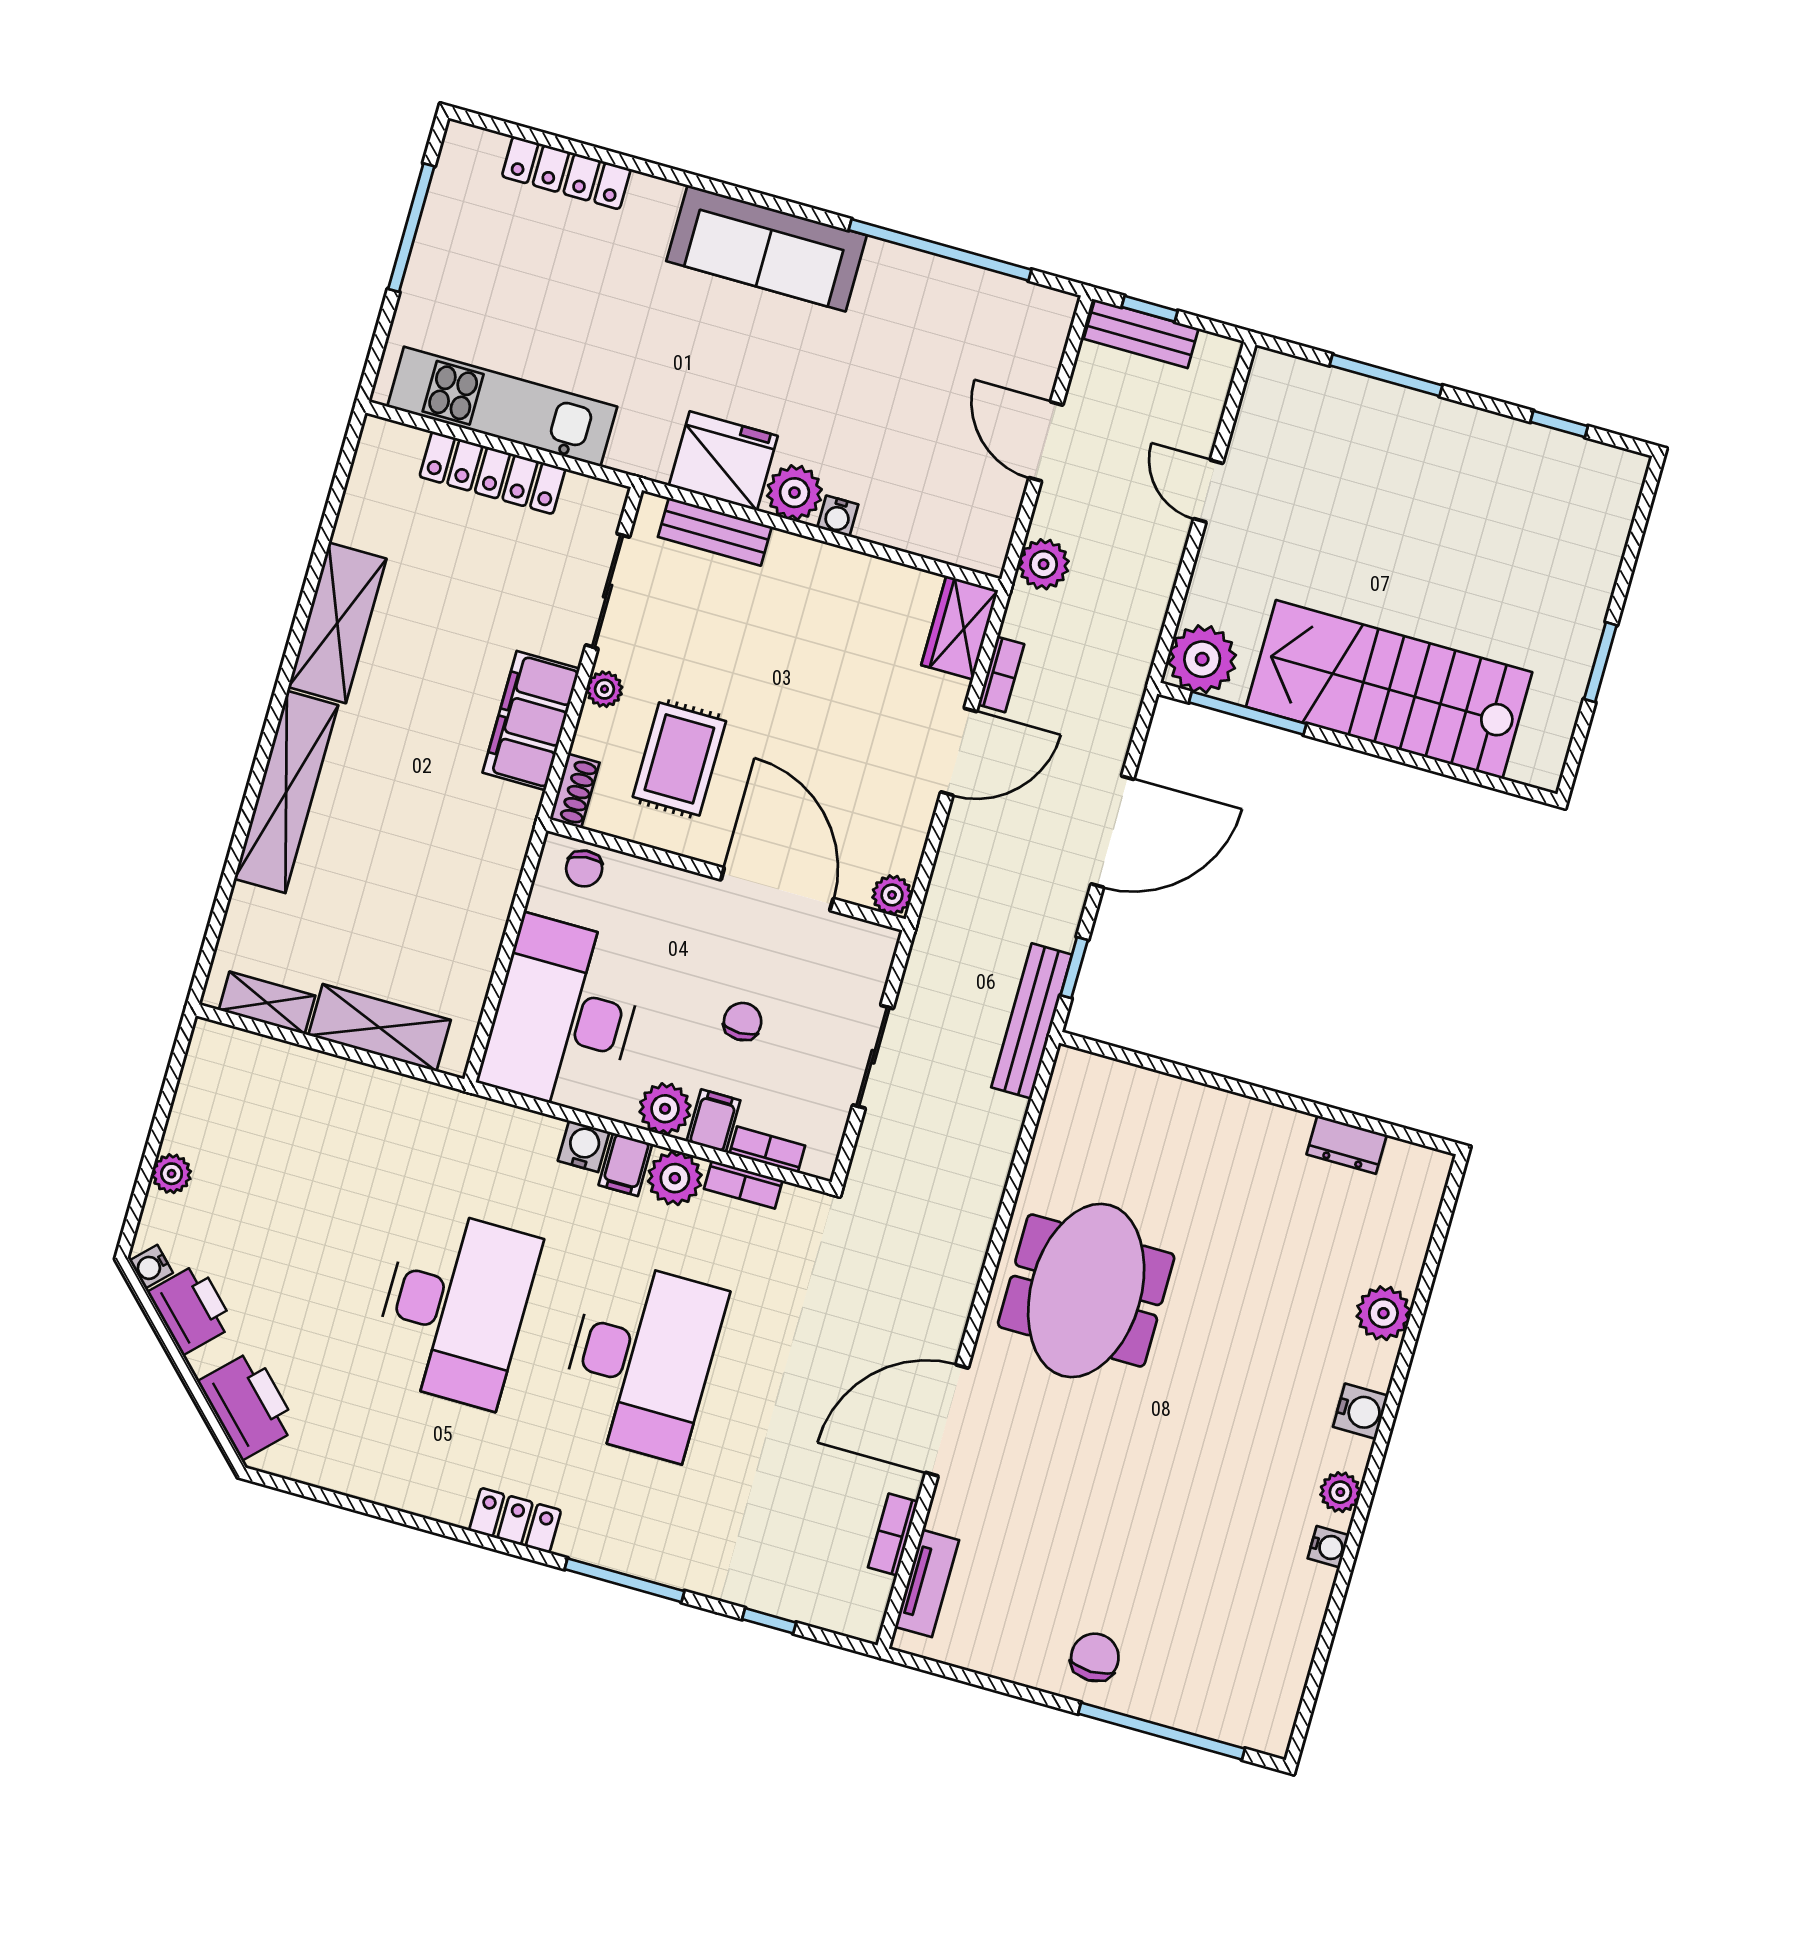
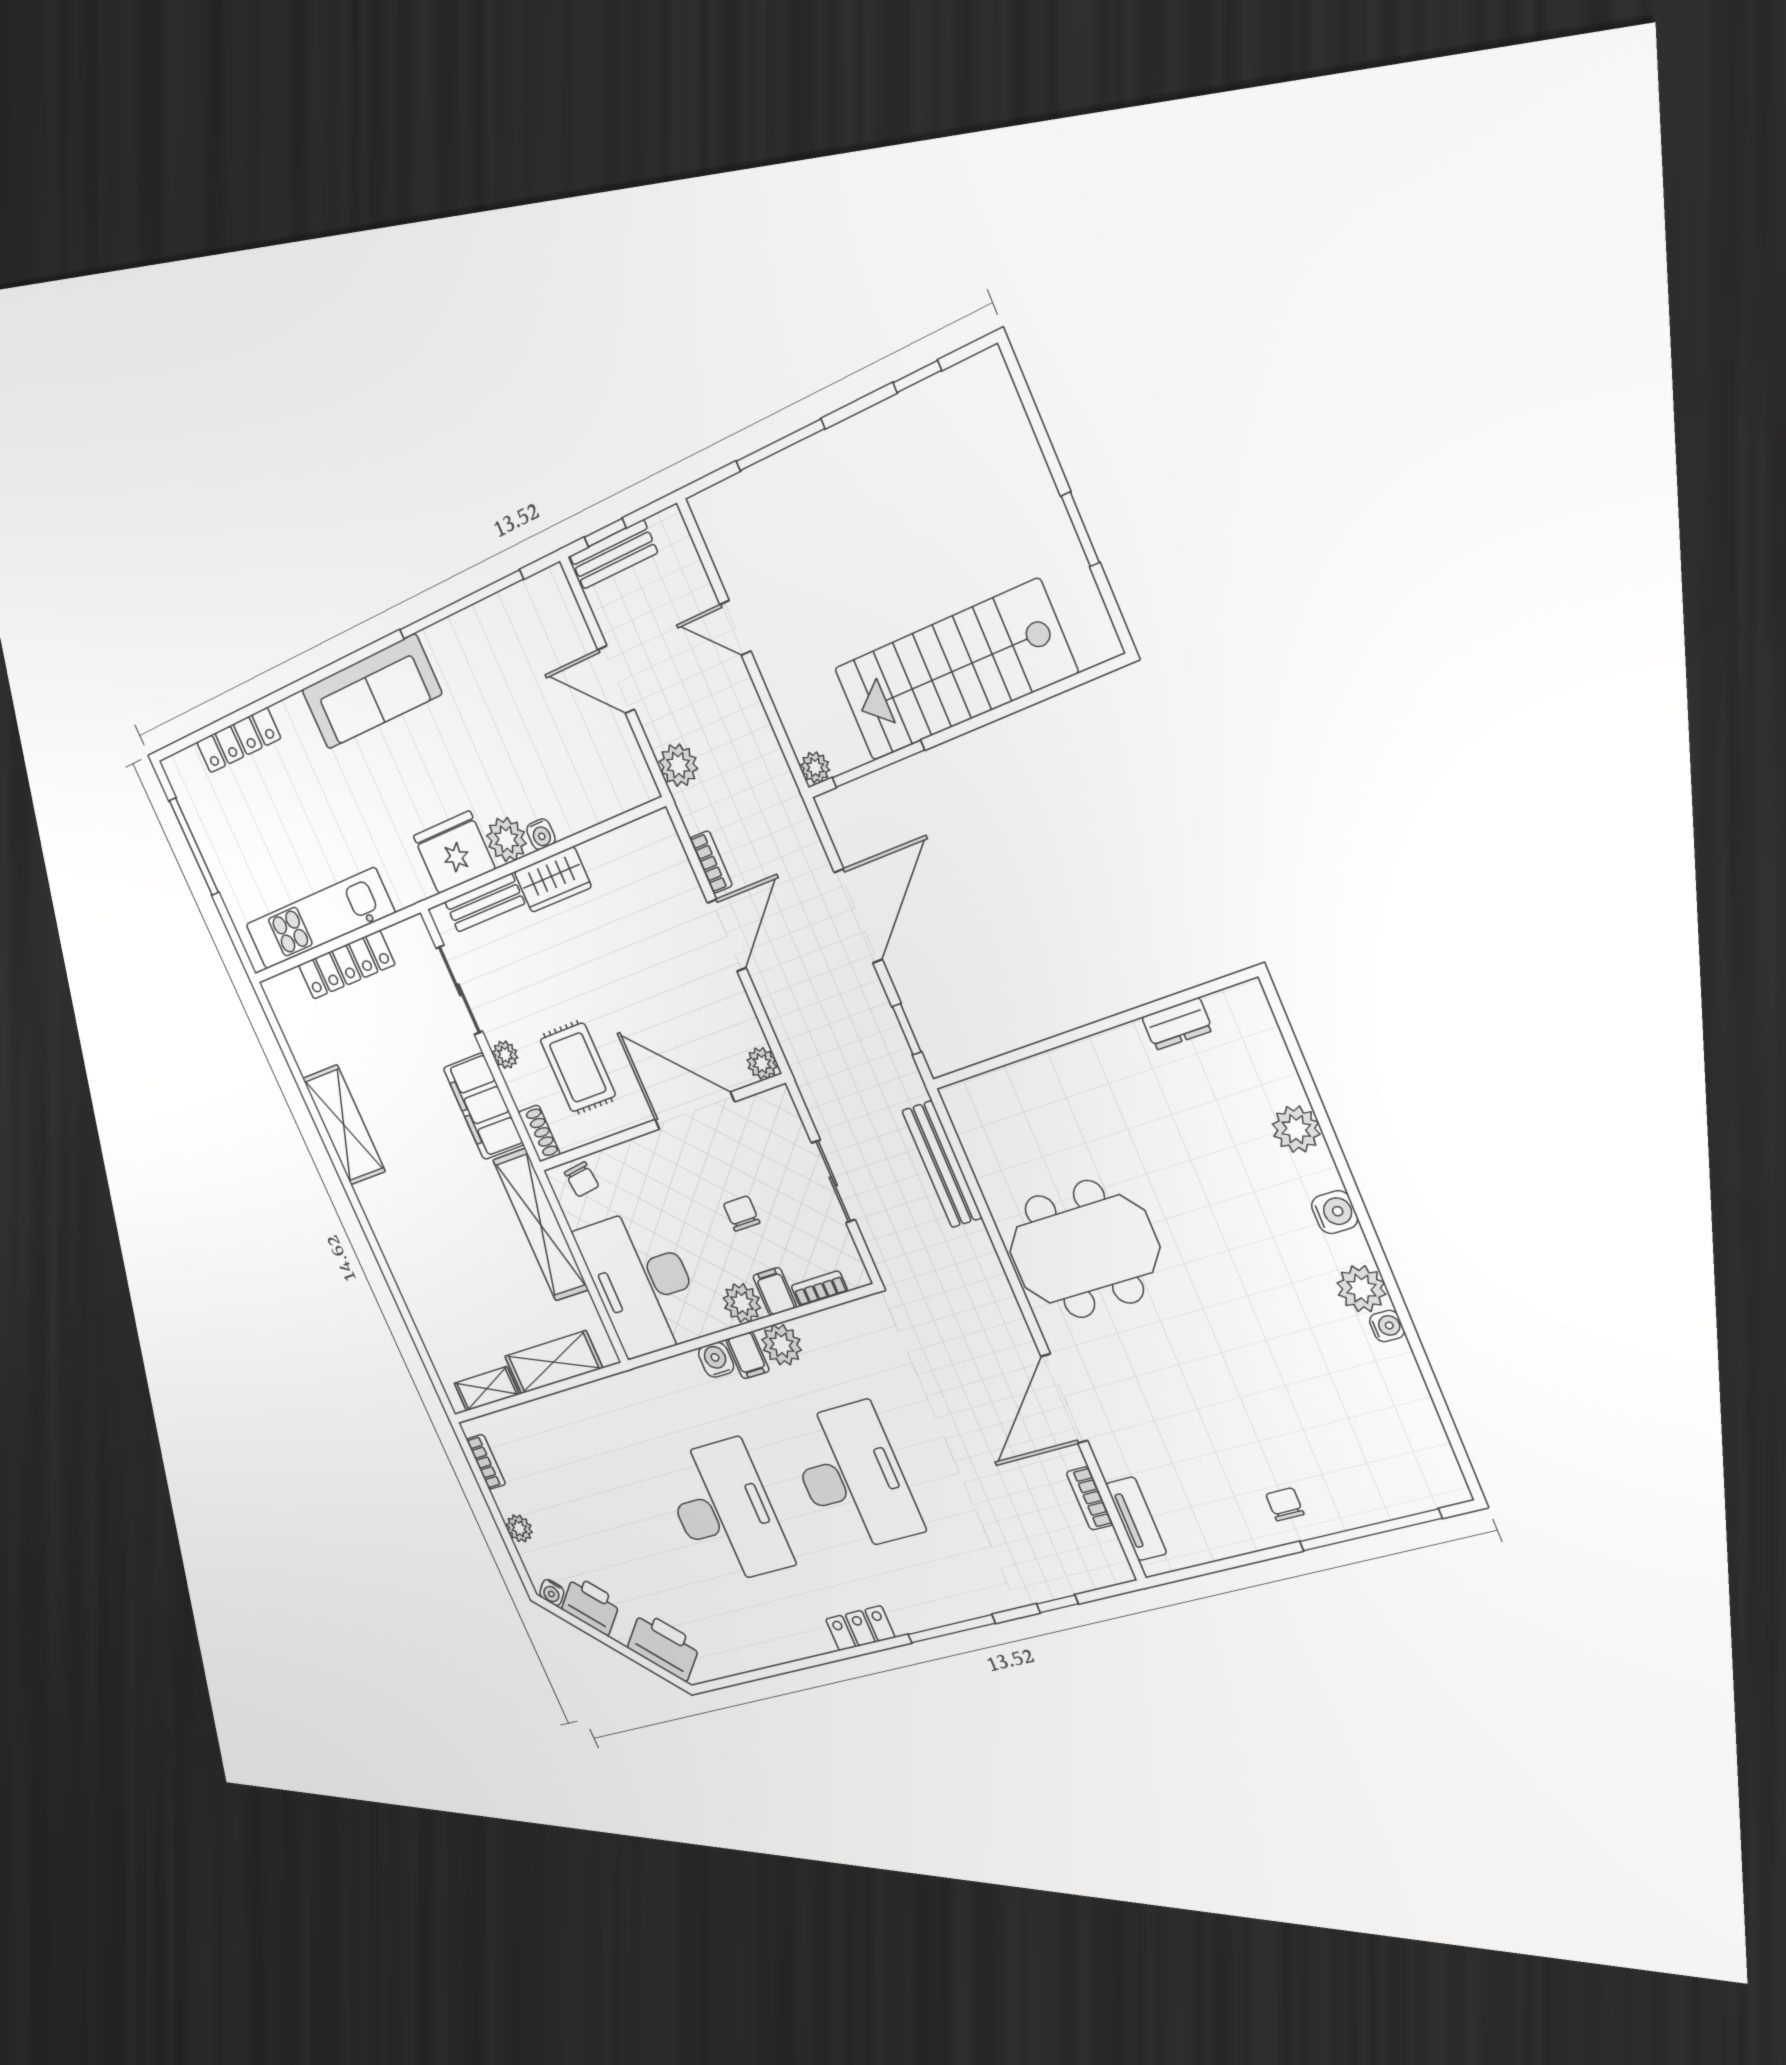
wardrobe: (960, 628) -> (553, 880), moved, turned -90
plant: (1202, 659) -> (815, 767), width x0.53, depth x0.53
shelving: (286, 792) -> (541, 1225), moved
bench: (1032, 1021) -> (942, 1164), moved
bookcase: (743, 1185) -> (486, 1462), moved, turned -90
meeting table: (1086, 1290) -> (1084, 1249), turned 90
plant: (1340, 1492) -> (1361, 1289), width x1.38, depth x1.38
chair: (1095, 1657) -> (1285, 1504), width x0.73, depth x0.73

